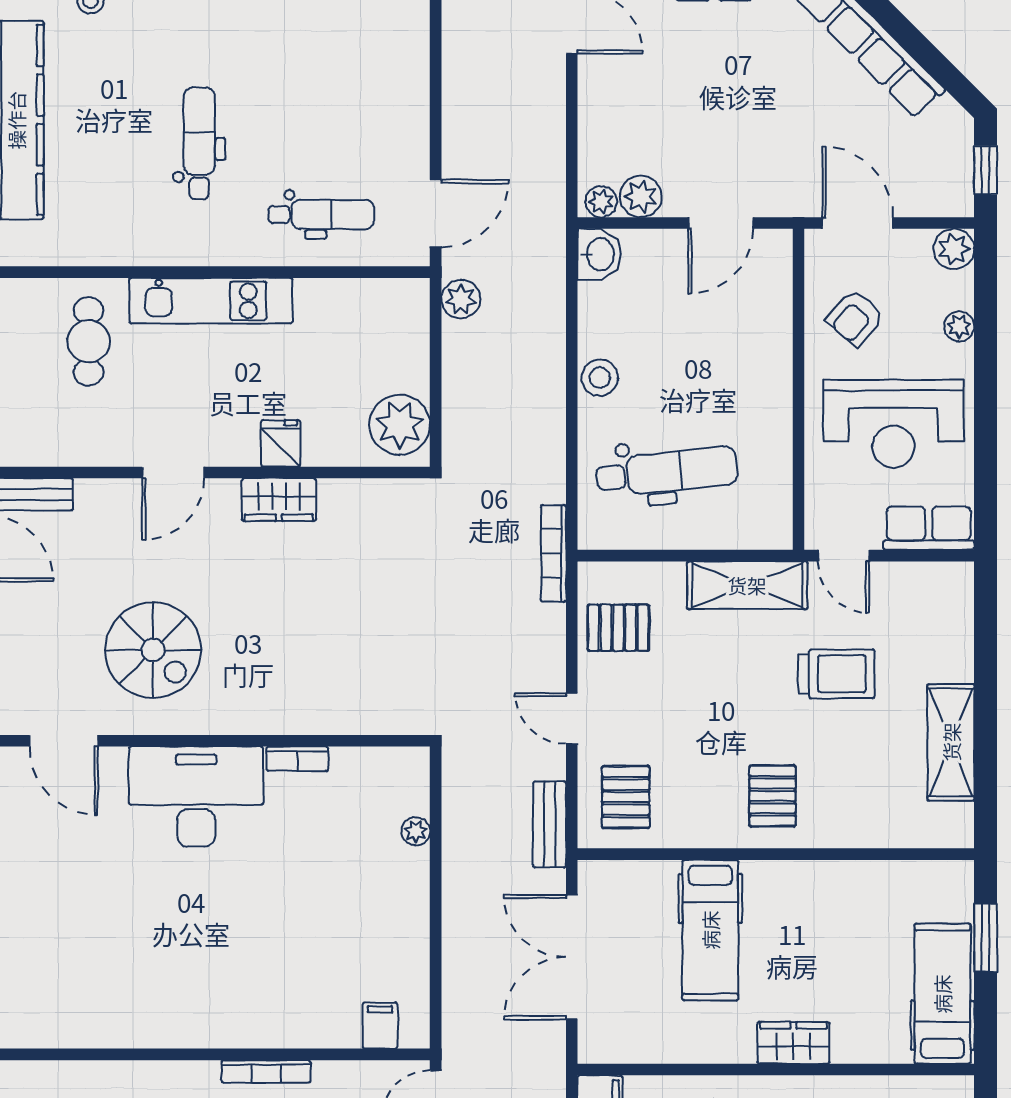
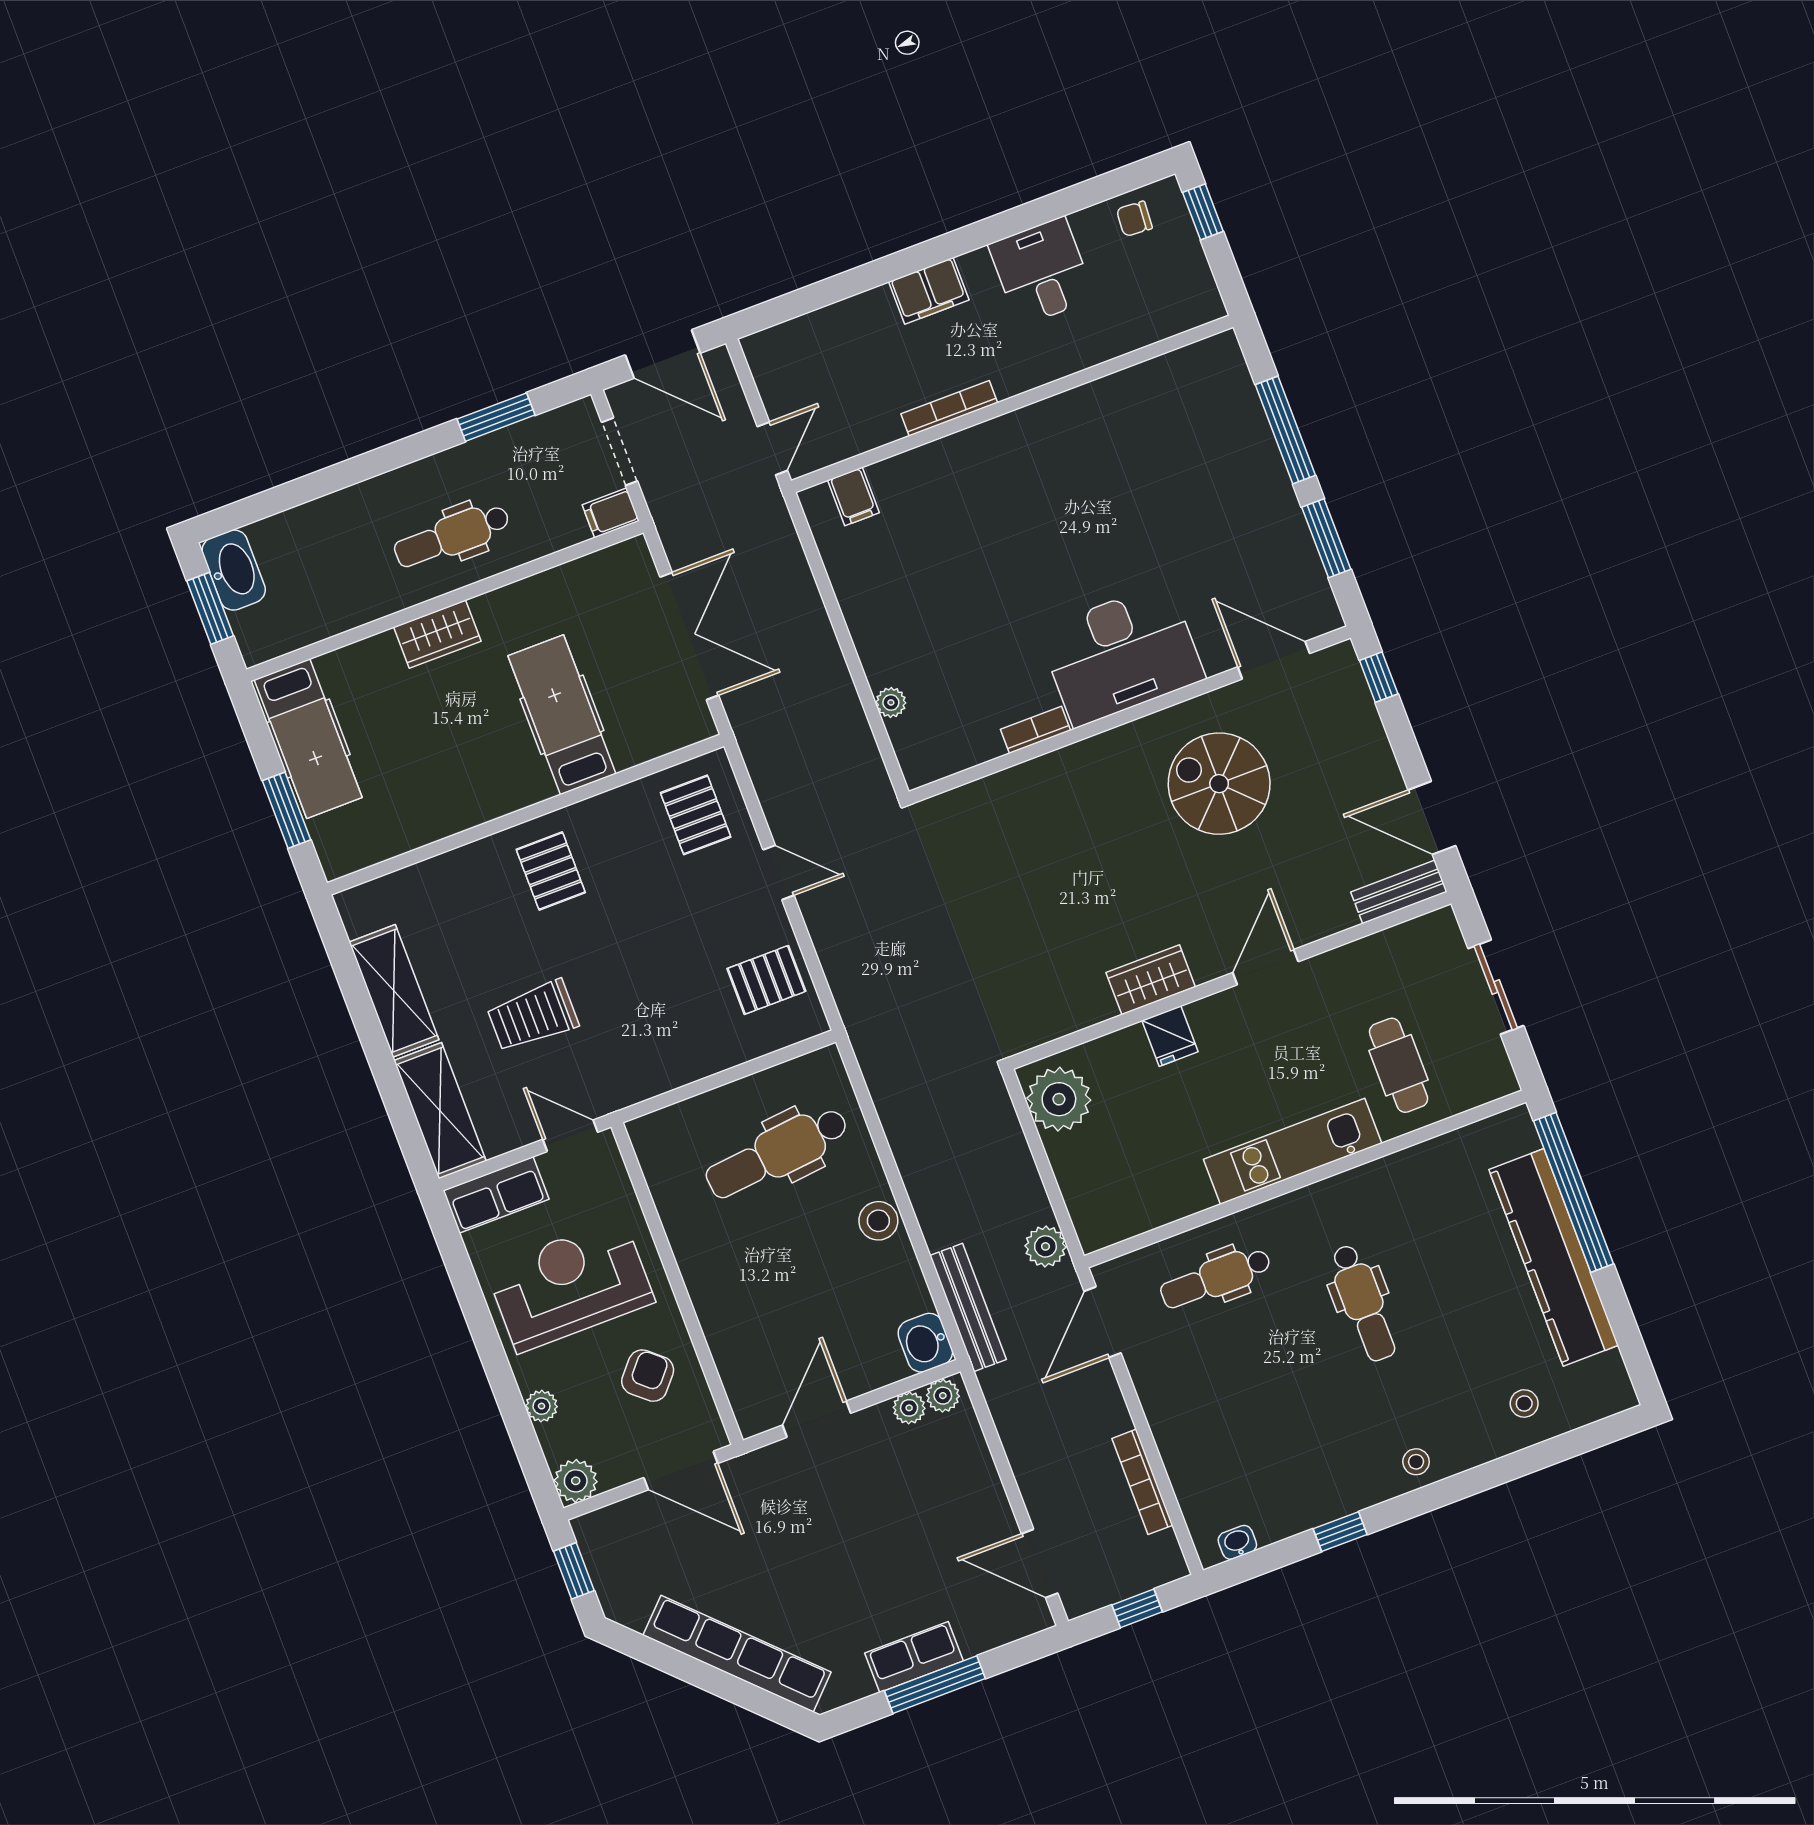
plant: (641, 196) -> (909, 1408), width x0.73, depth x0.73
bookcase: (554, 553) -> (1142, 1482), moved, turned 180
shelving: (747, 585) -> (440, 1111), moved, turned 90
bench: (550, 824) -> (968, 1308), moved, width x1.36

